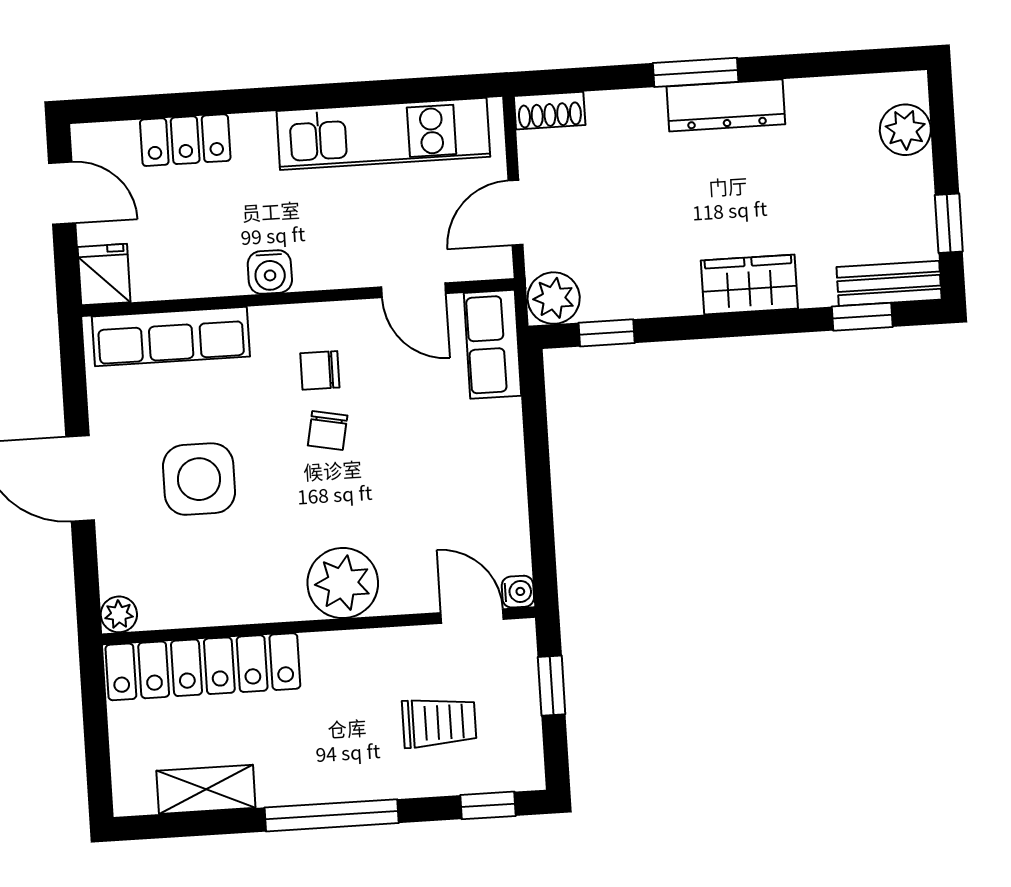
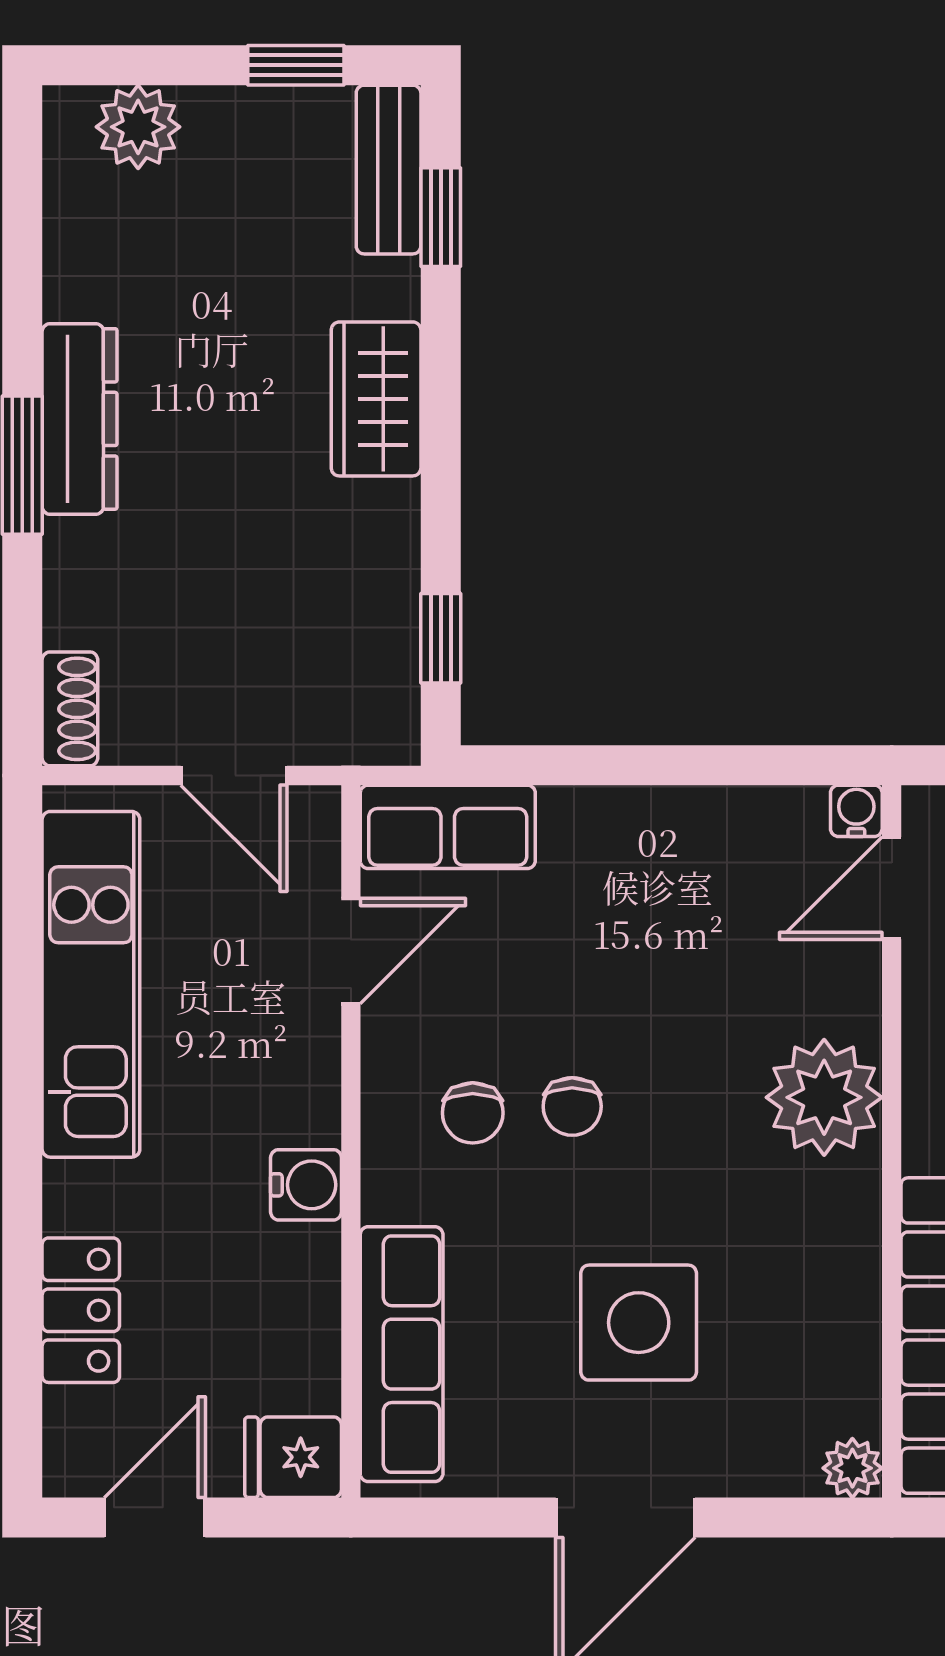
plant: (554, 298) -> (378, 722), removed
chair: (328, 431) -> (572, 1106), turned 79

